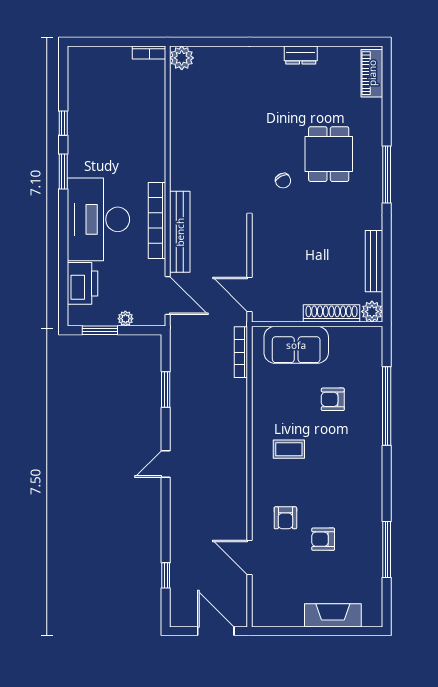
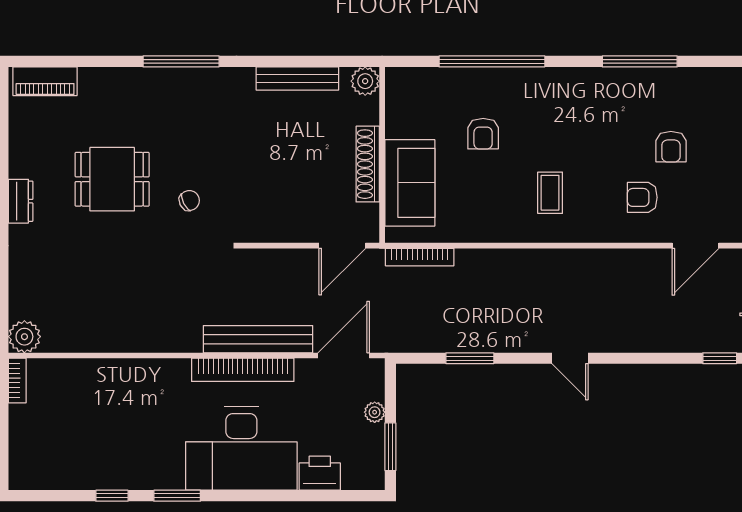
dresser: (301, 55) -> (21, 201), moved
dining table: (329, 154) -> (112, 179), moved
printer: (83, 283) -> (320, 473), width x0.73, depth x0.84
shoe rack: (331, 313) -> (368, 164), moved
armchair: (285, 518) -> (642, 197), turned 180
window: (387, 550) -> (640, 61), moved

